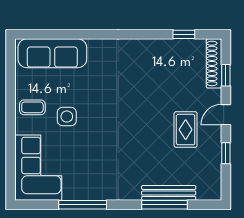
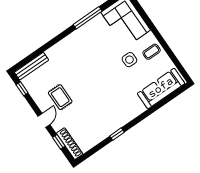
window: (184, 34) -> (117, 134), moved
window: (226, 153) -> (22, 89), moved
bench: (169, 193) -> (32, 66), moved
window: (164, 205) -> (43, 48), removed

